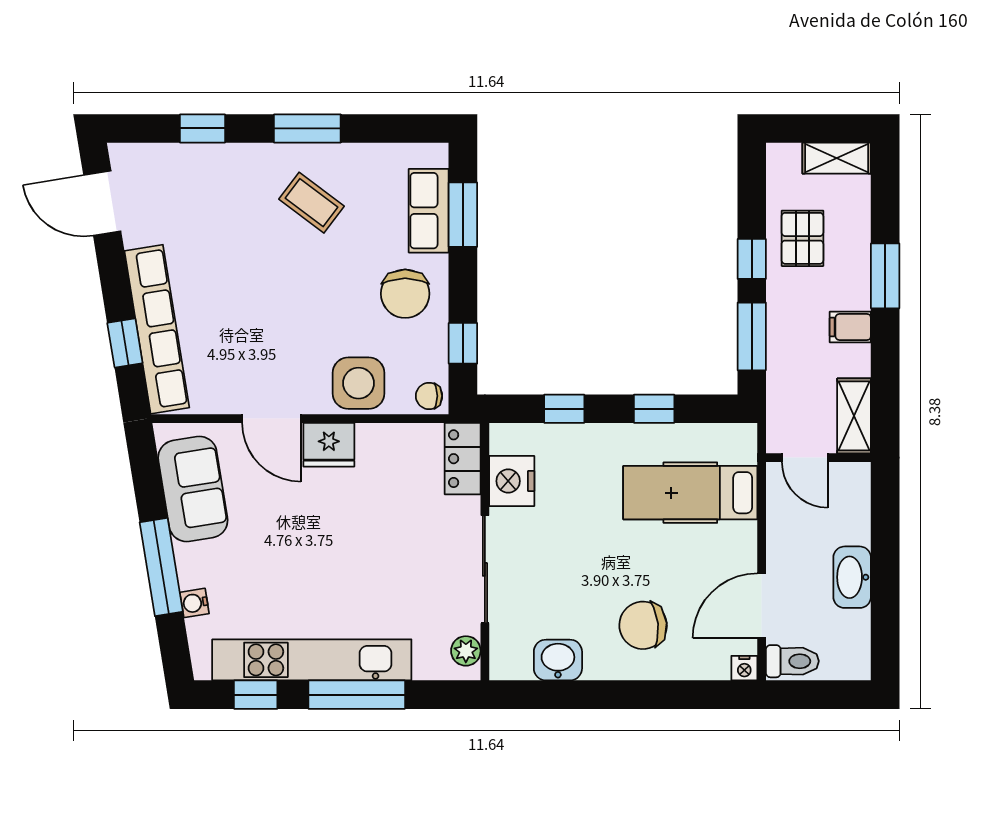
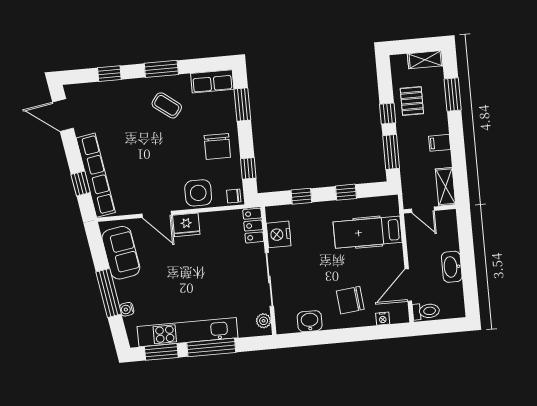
row of seats: (429, 211) -> (212, 81), moved, turned -90
window: (885, 276) -> (453, 95), moved
nightstand: (744, 668) -> (383, 319), moved
window: (256, 695) -> (161, 352), width x1.50

